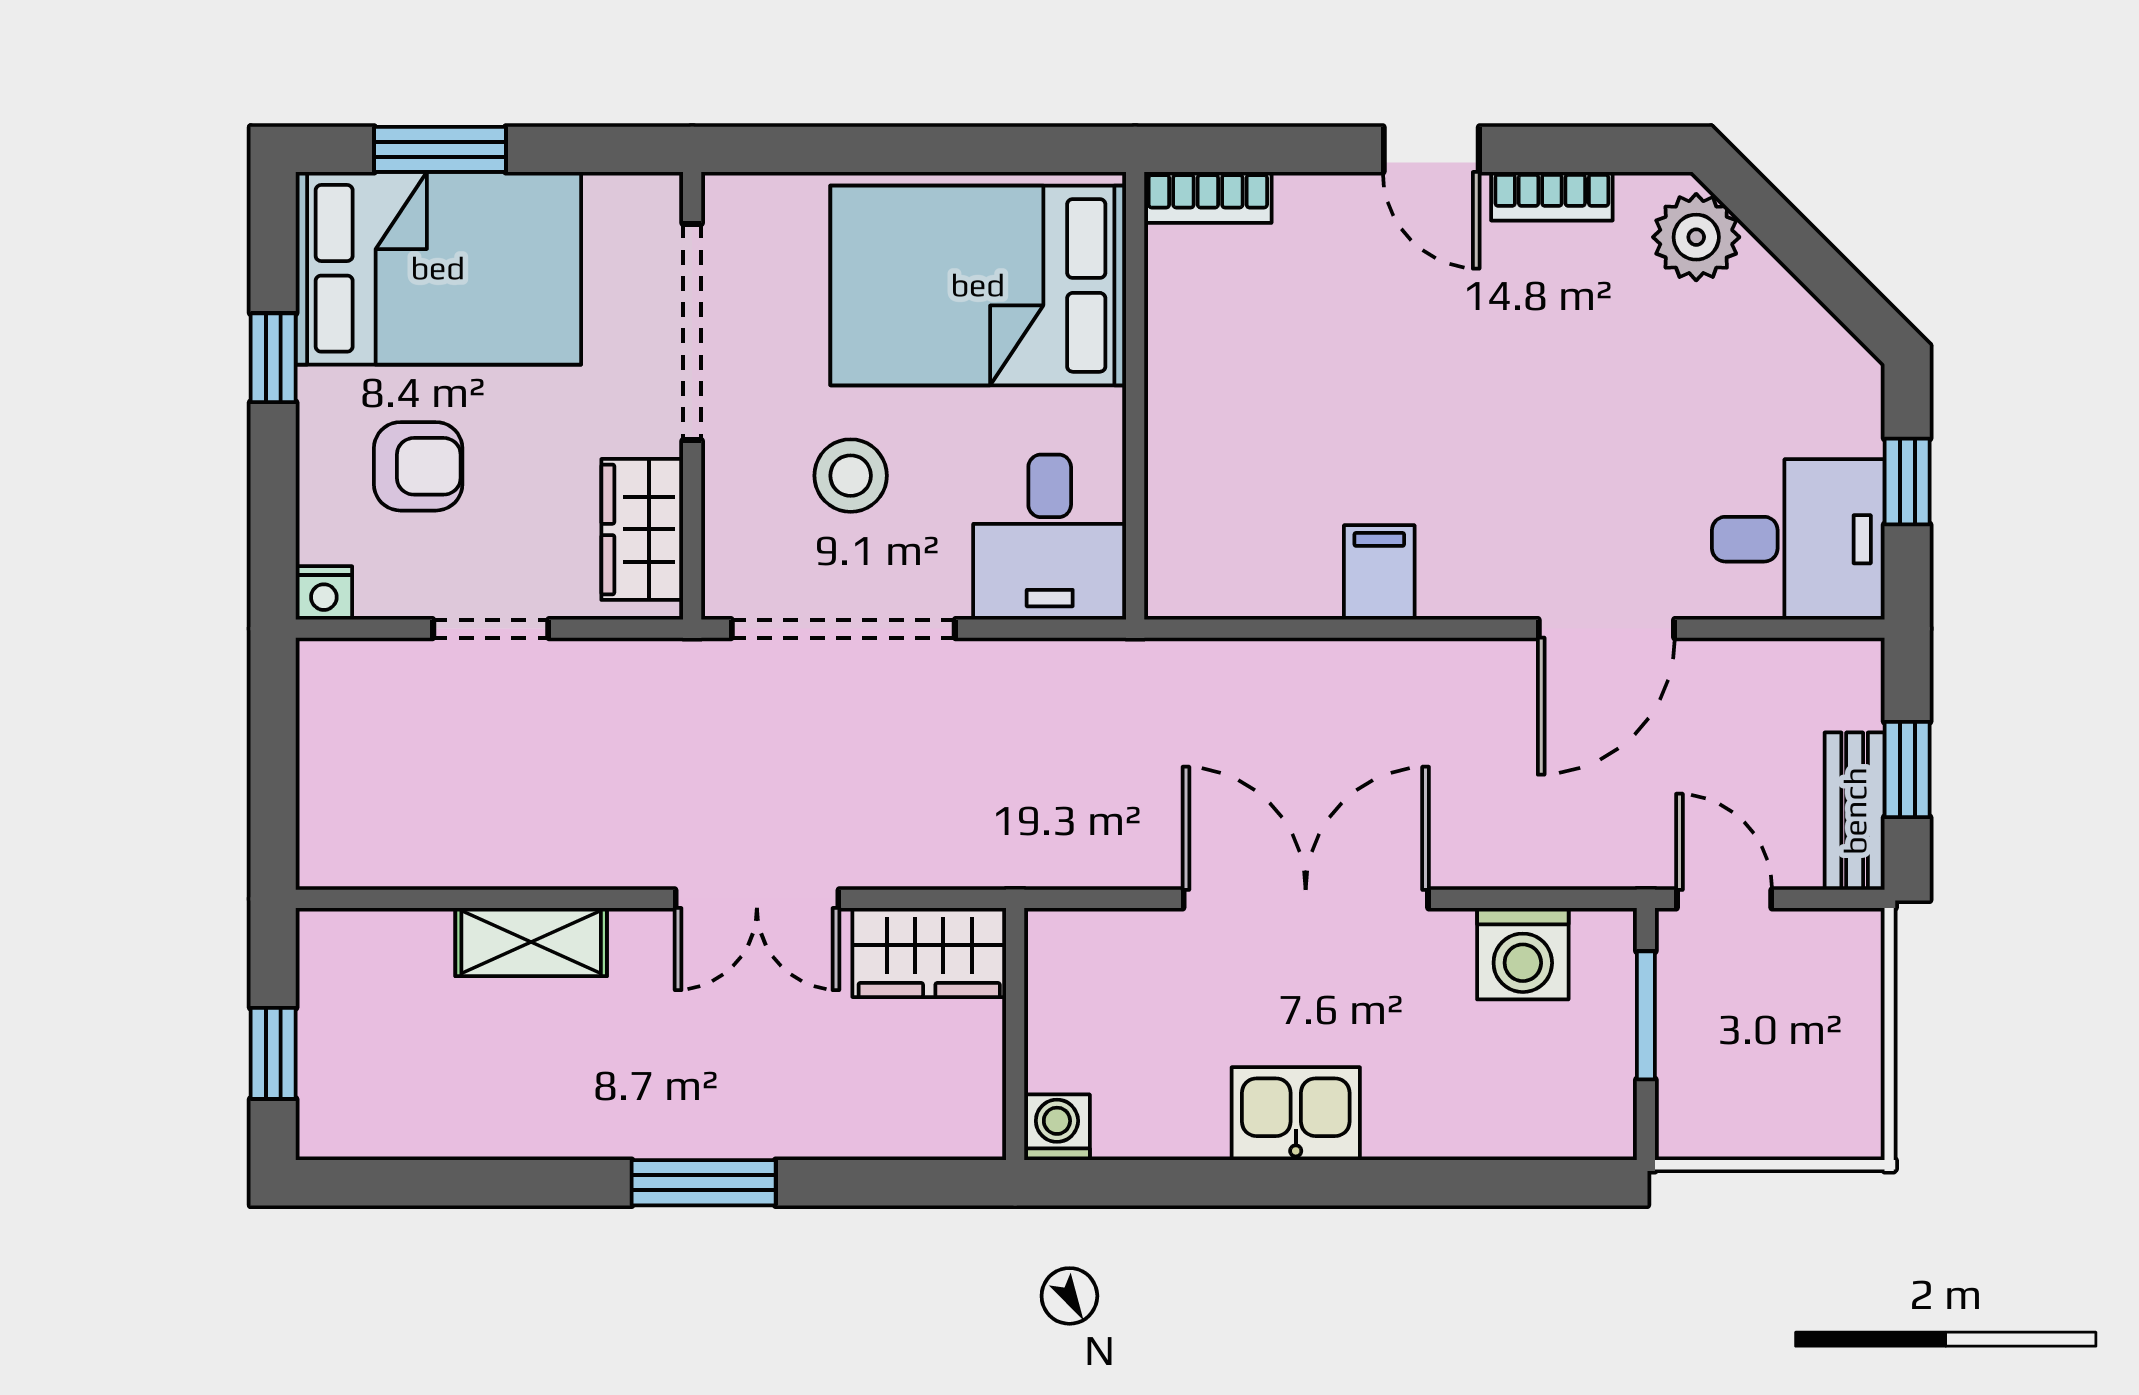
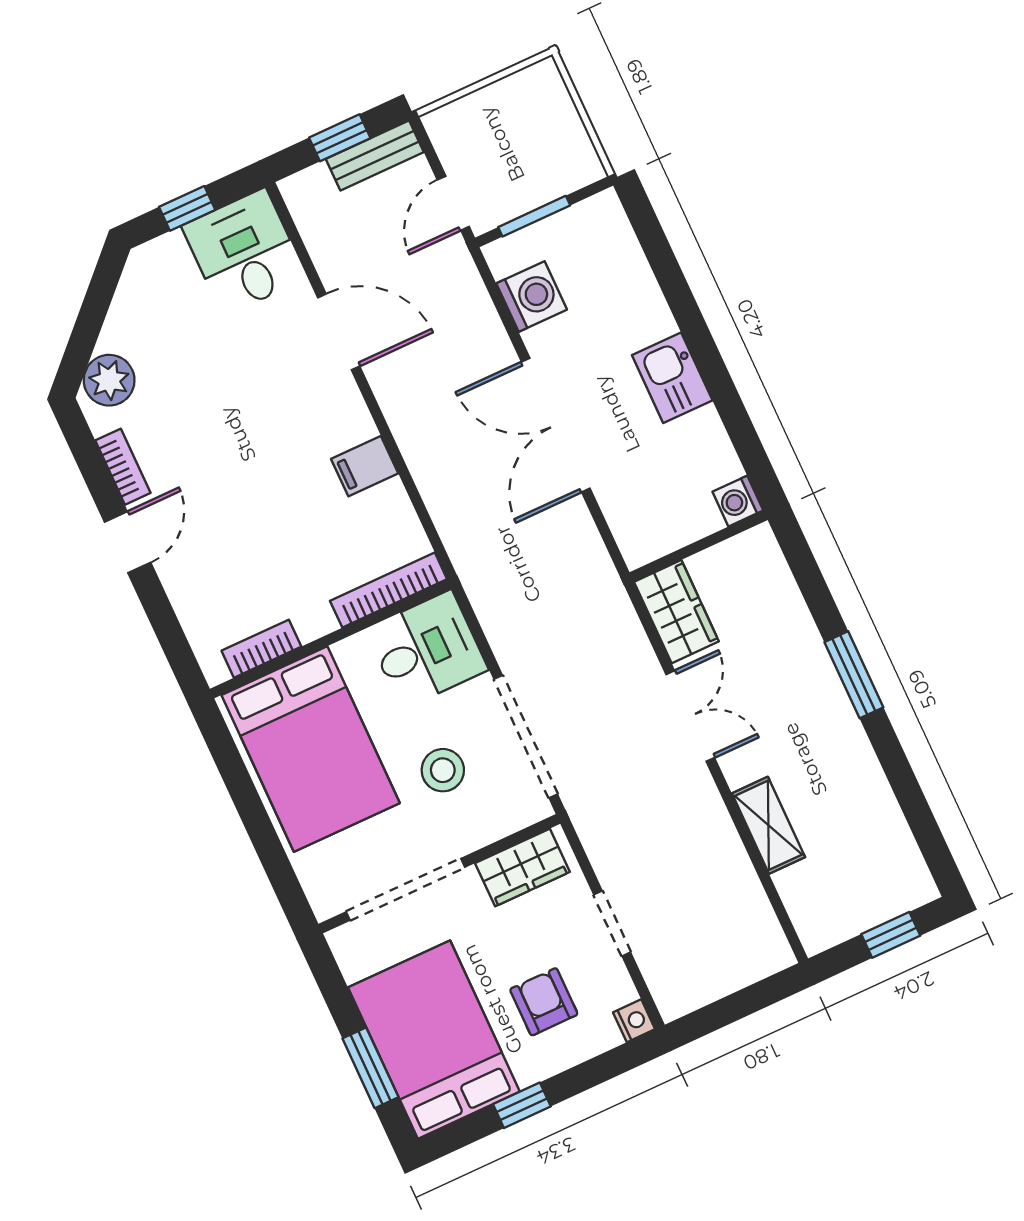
bookcase: (1208, 197) -> (261, 649), moved, turned -90
bookcase: (1170, 521) -> (389, 590), added

